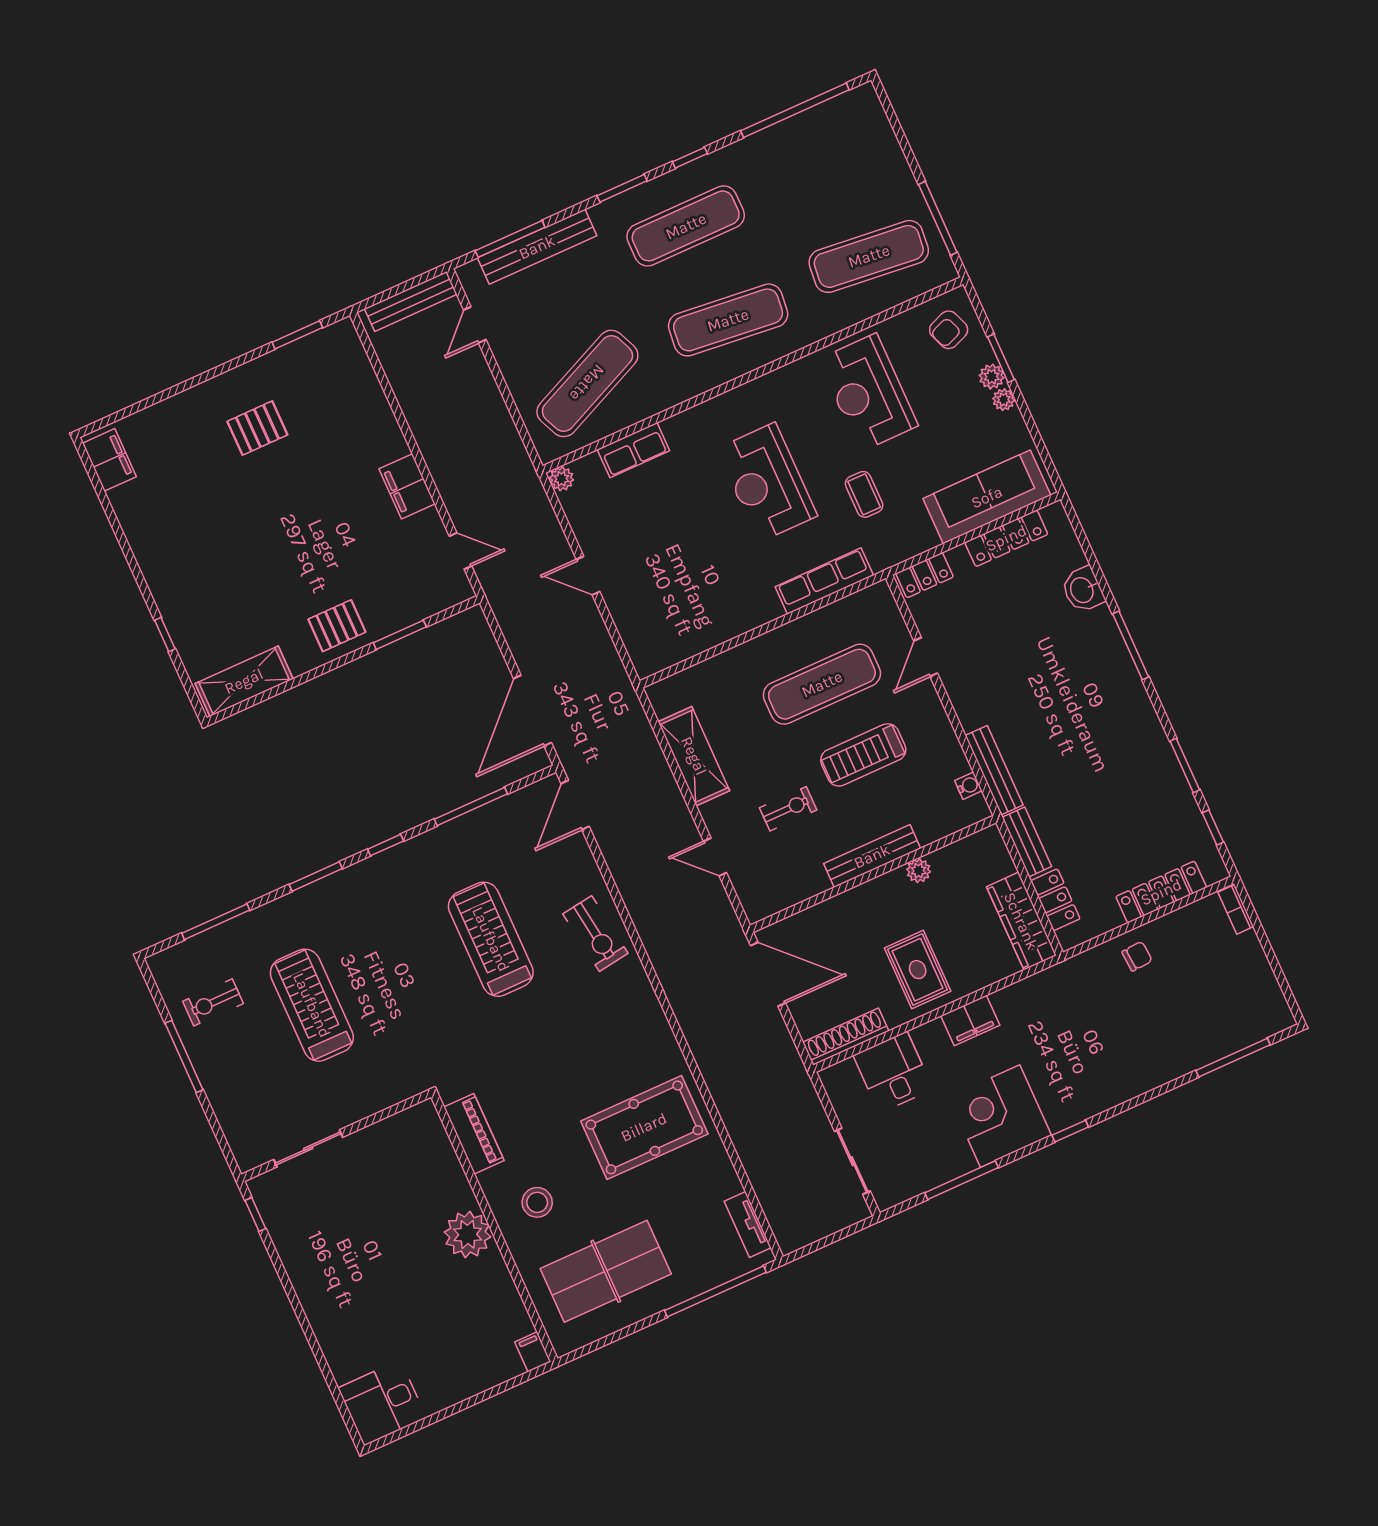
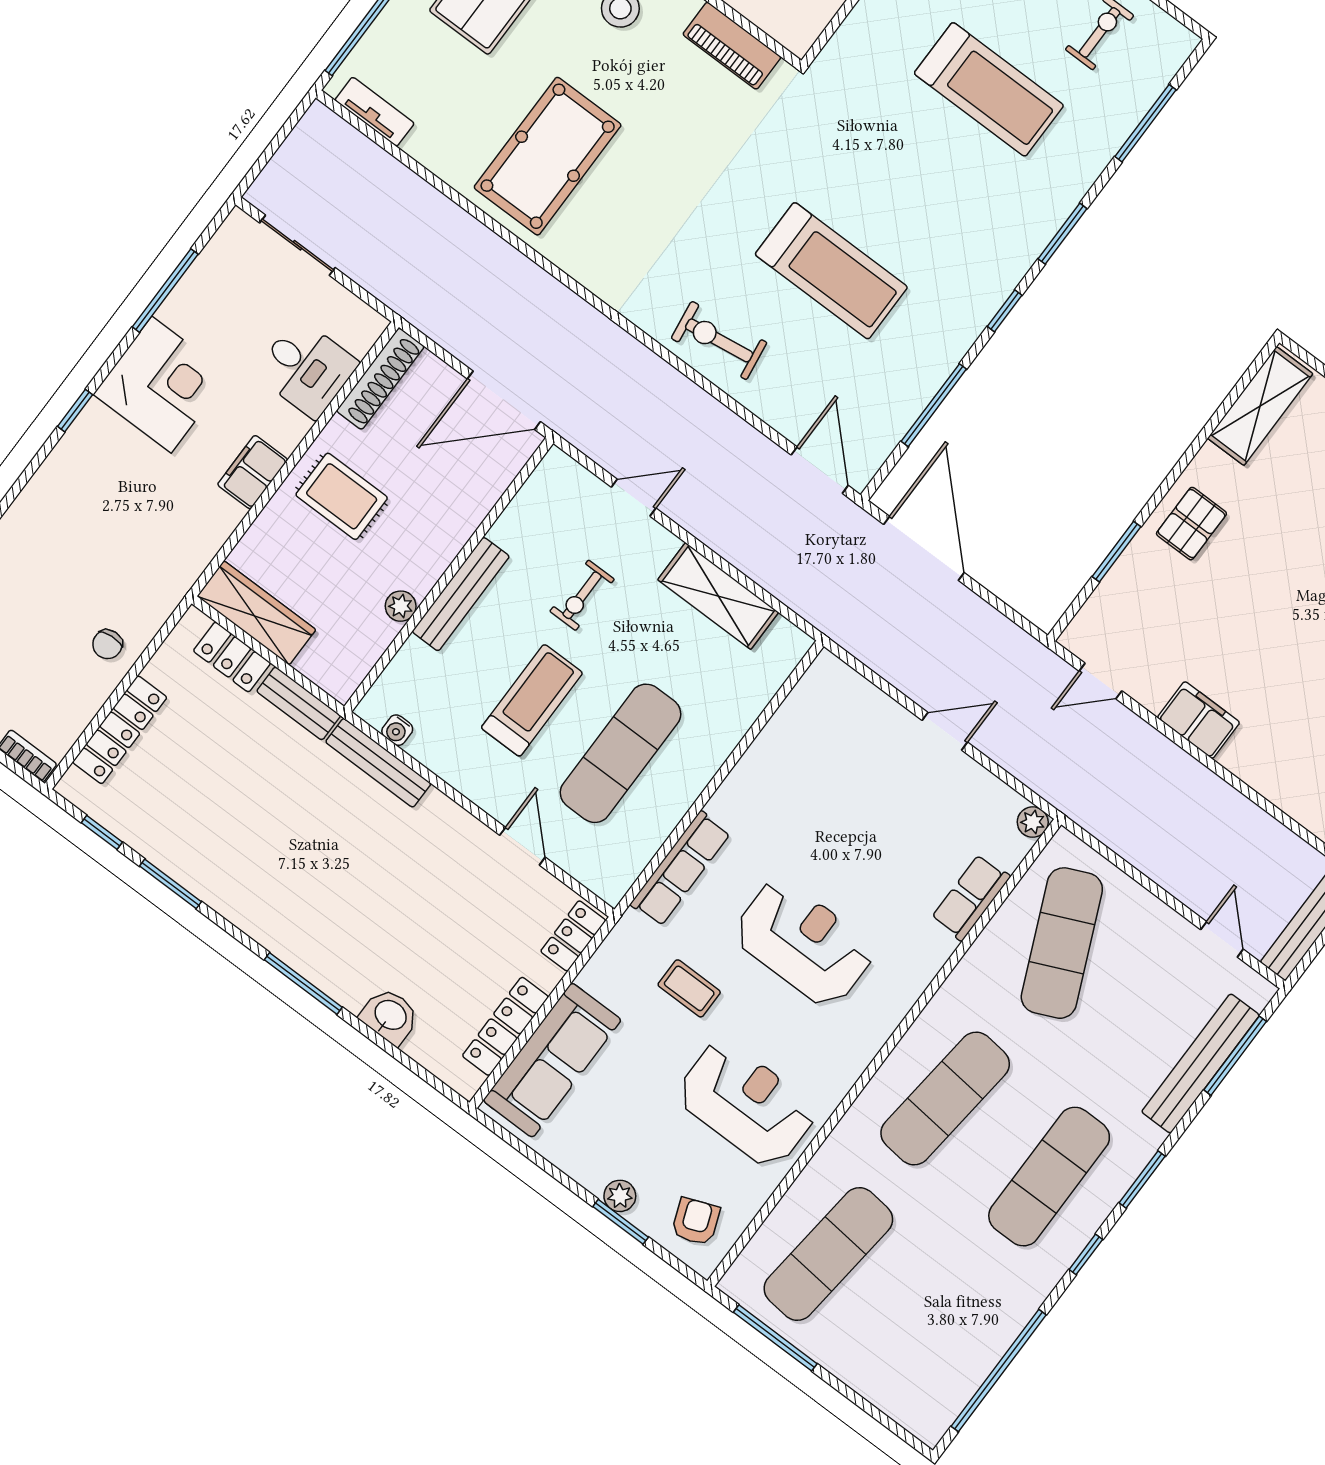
plant: (1004, 400) -> (593, 1178), removed

